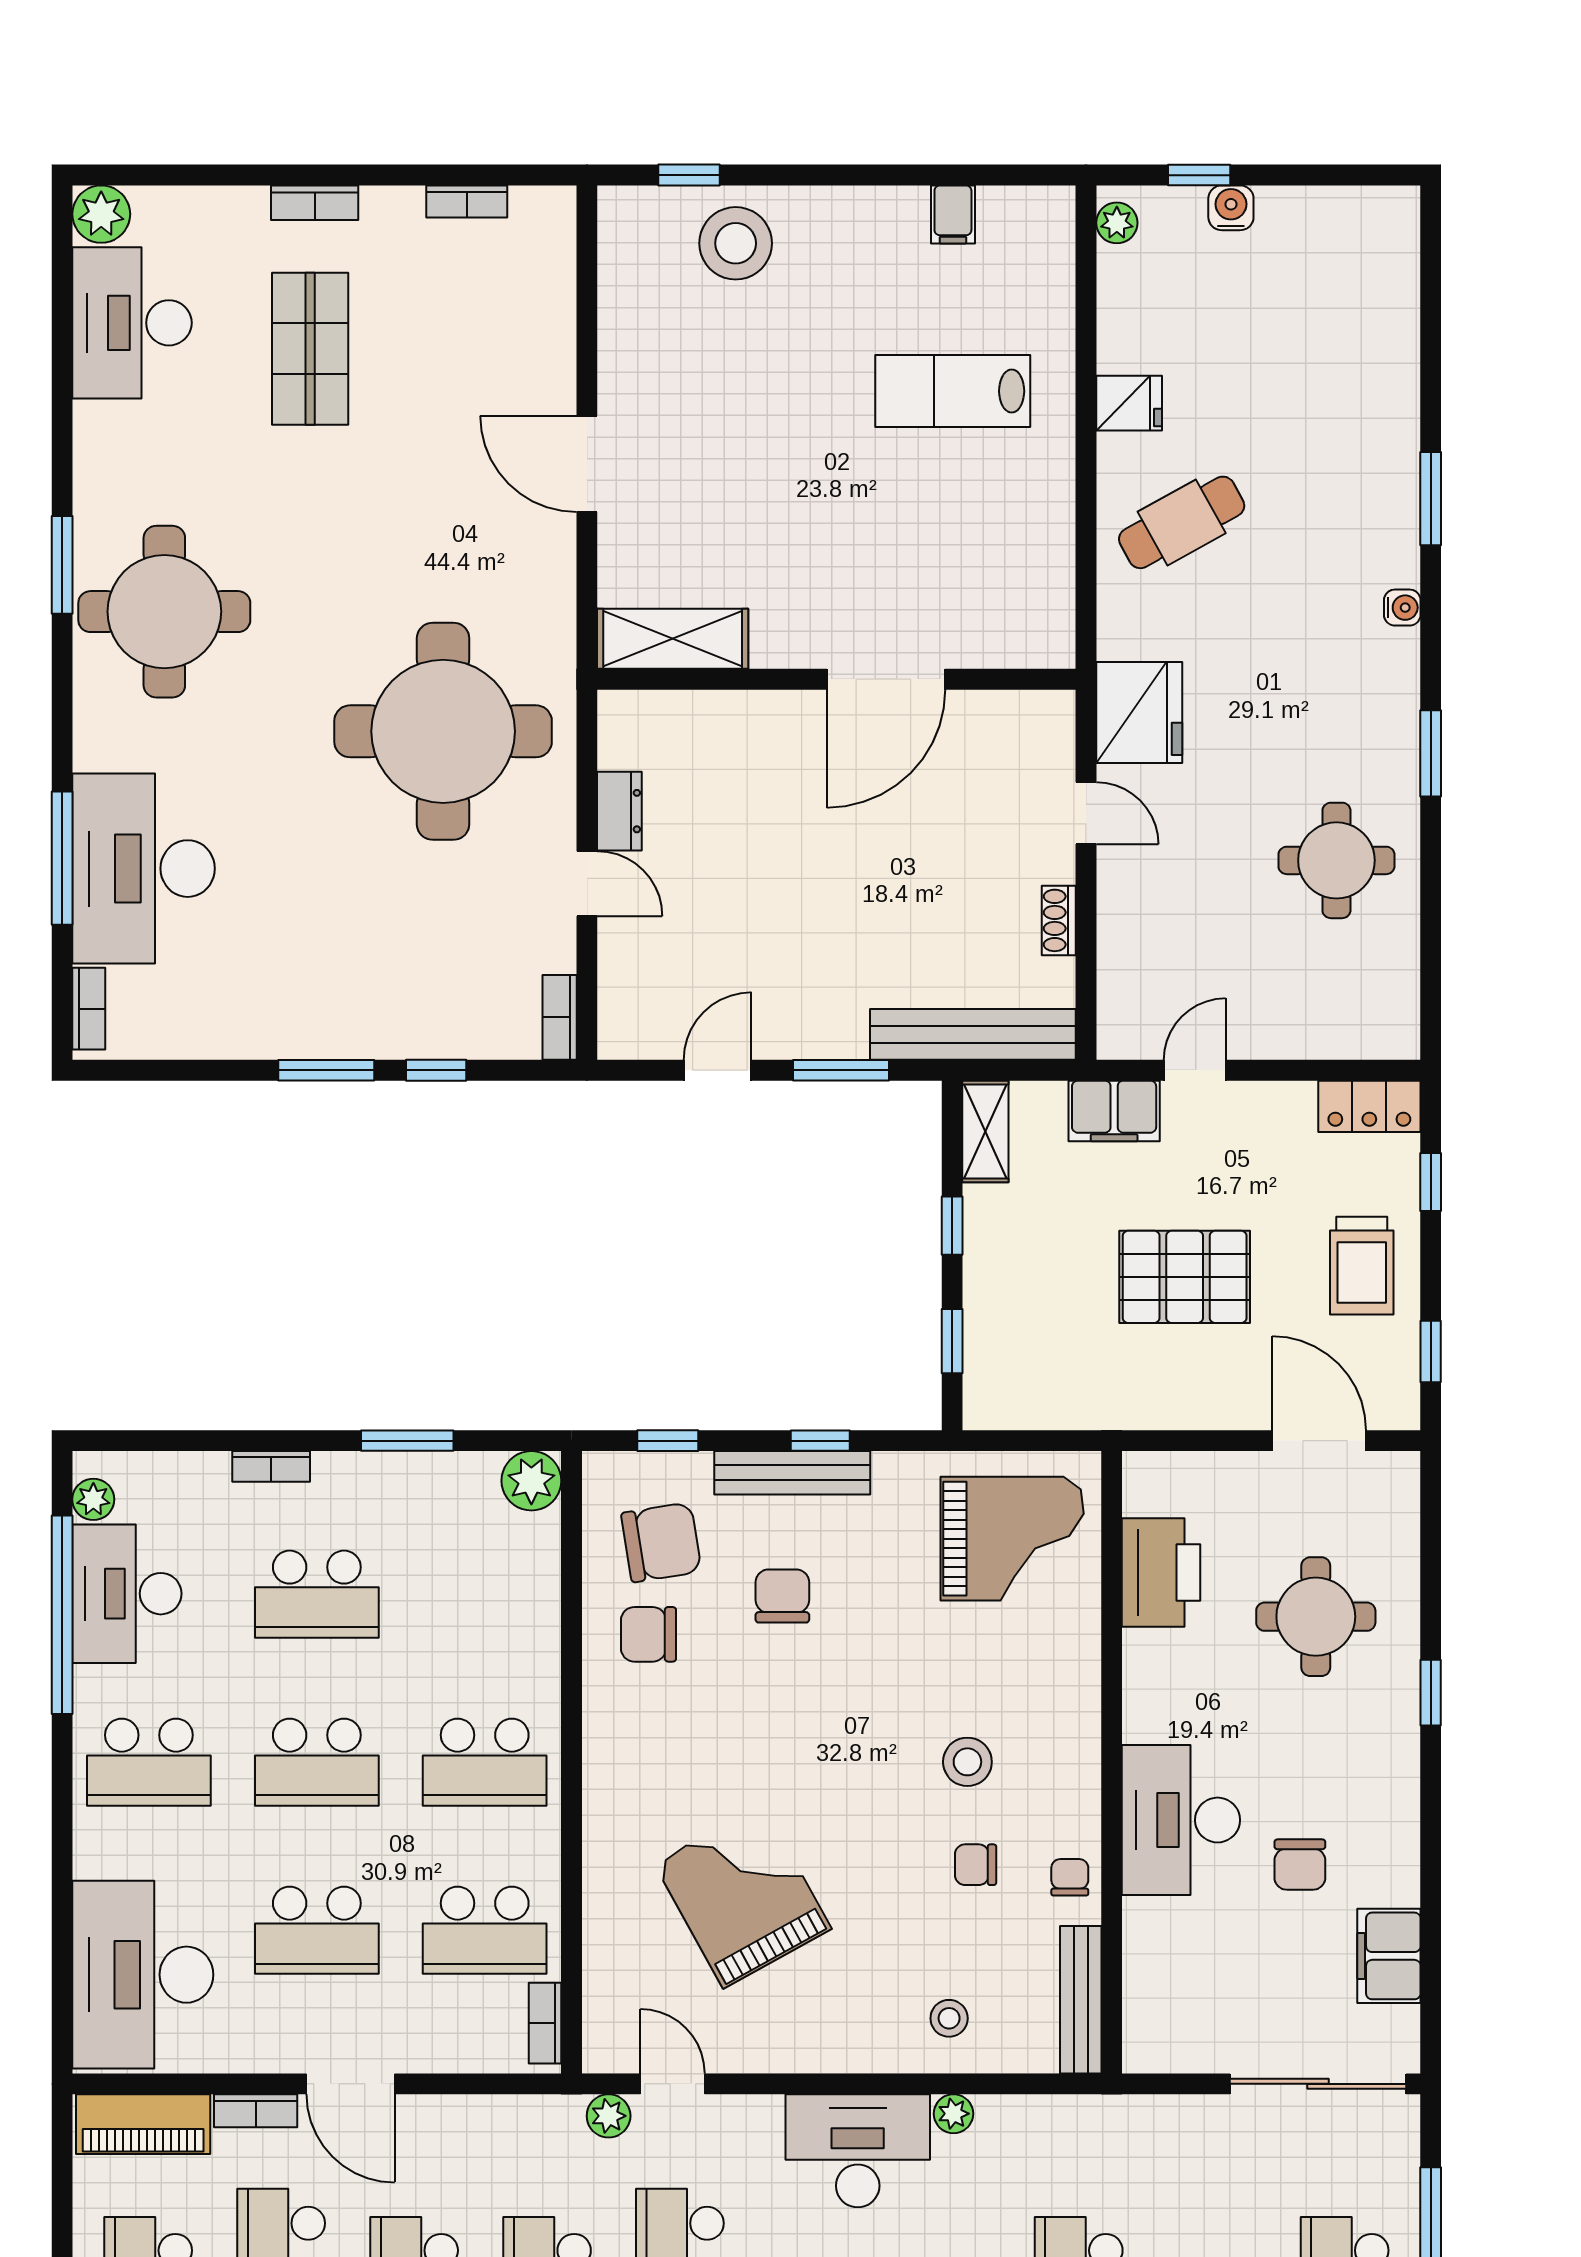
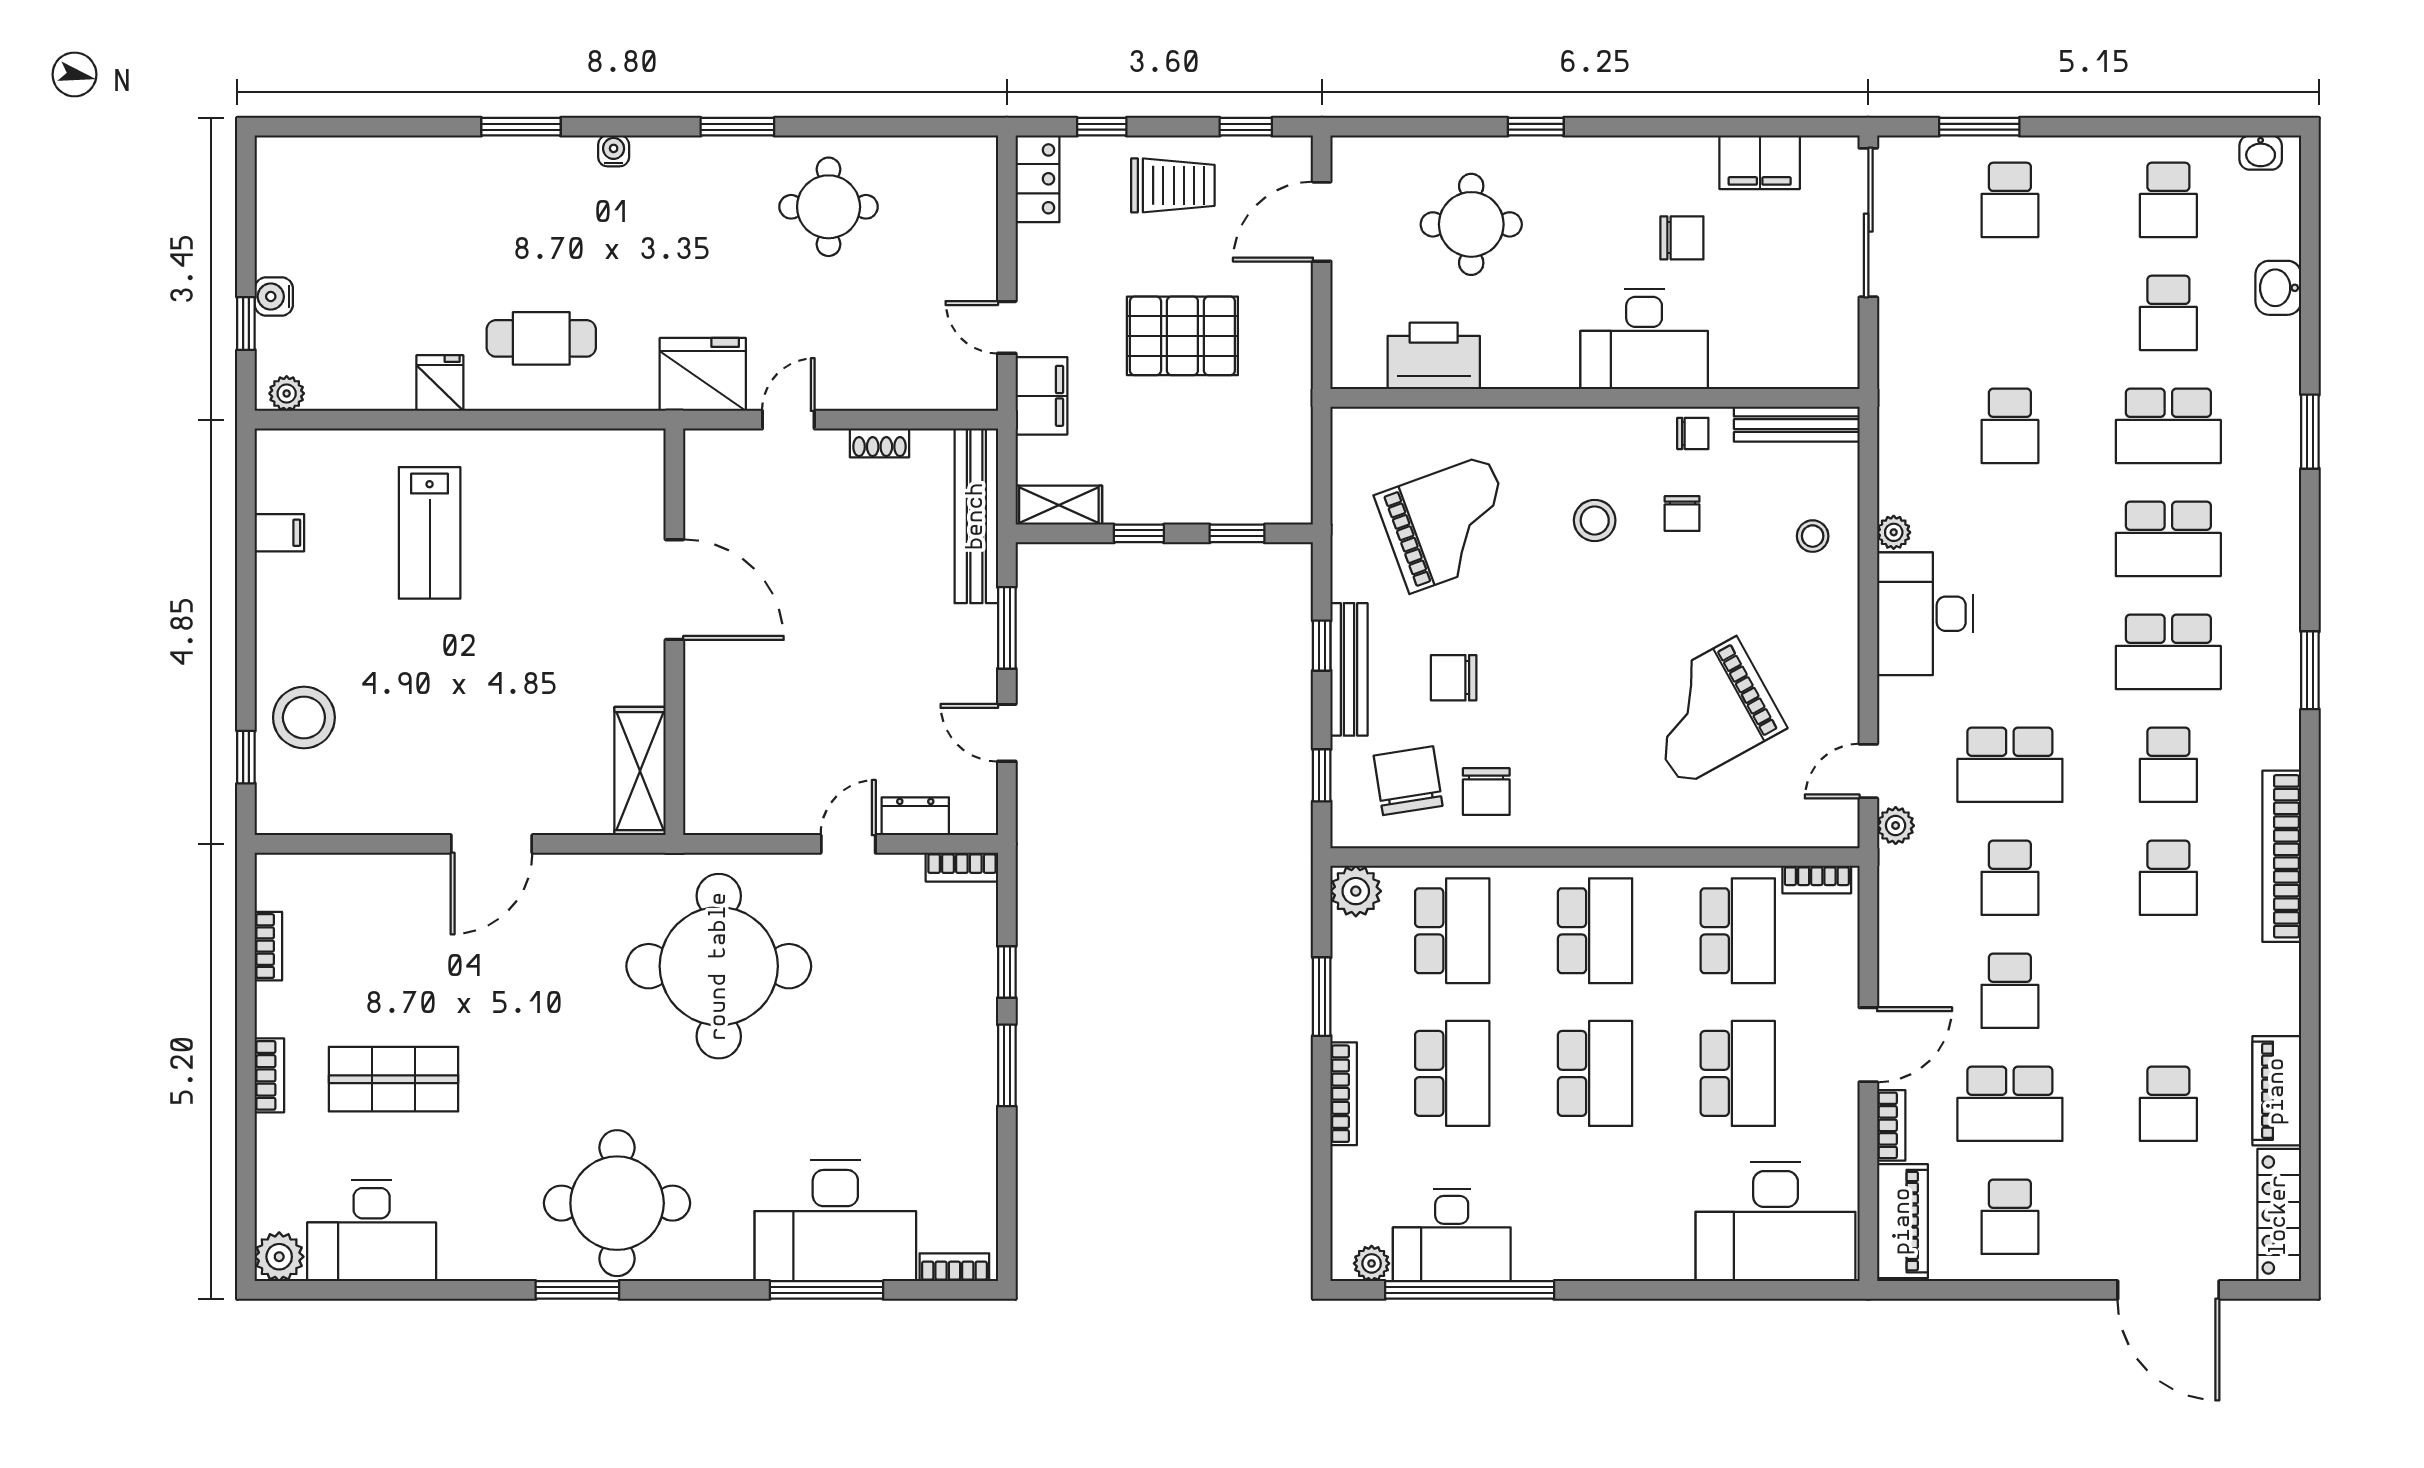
cafe table: (1182, 522) -> (541, 338), turned -61
dresser: (619, 811) -> (915, 816), moved
pallet: (1185, 1277) -> (1182, 336), turned 90
bookcase: (271, 1466) -> (1344, 1094), width x1.56
grand piano: (1012, 1539) -> (1448, 524), moved, turned 70
school desk: (149, 1762) -> (1452, 931), moved
chair: (1070, 1877) -> (1693, 433), turned 180

